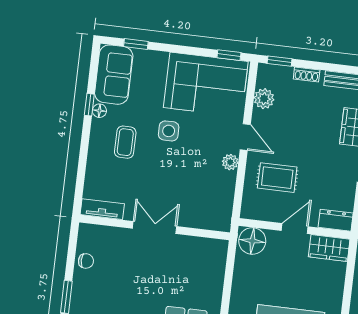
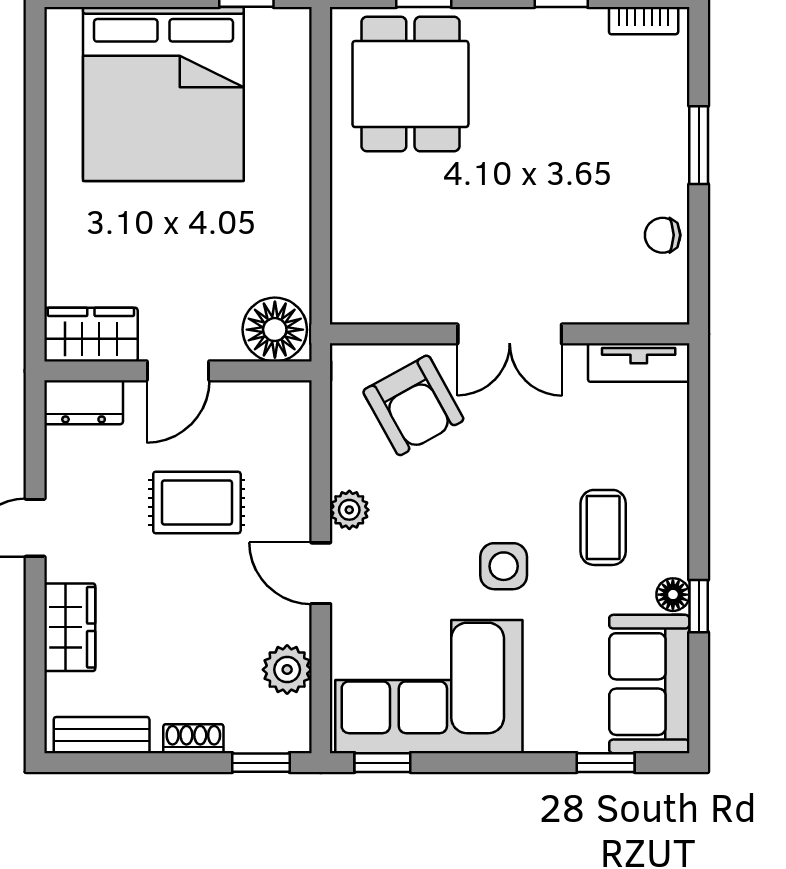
rug: (277, 178) -> (197, 502), moved
armchair: (198, 202) -> (413, 405), added

